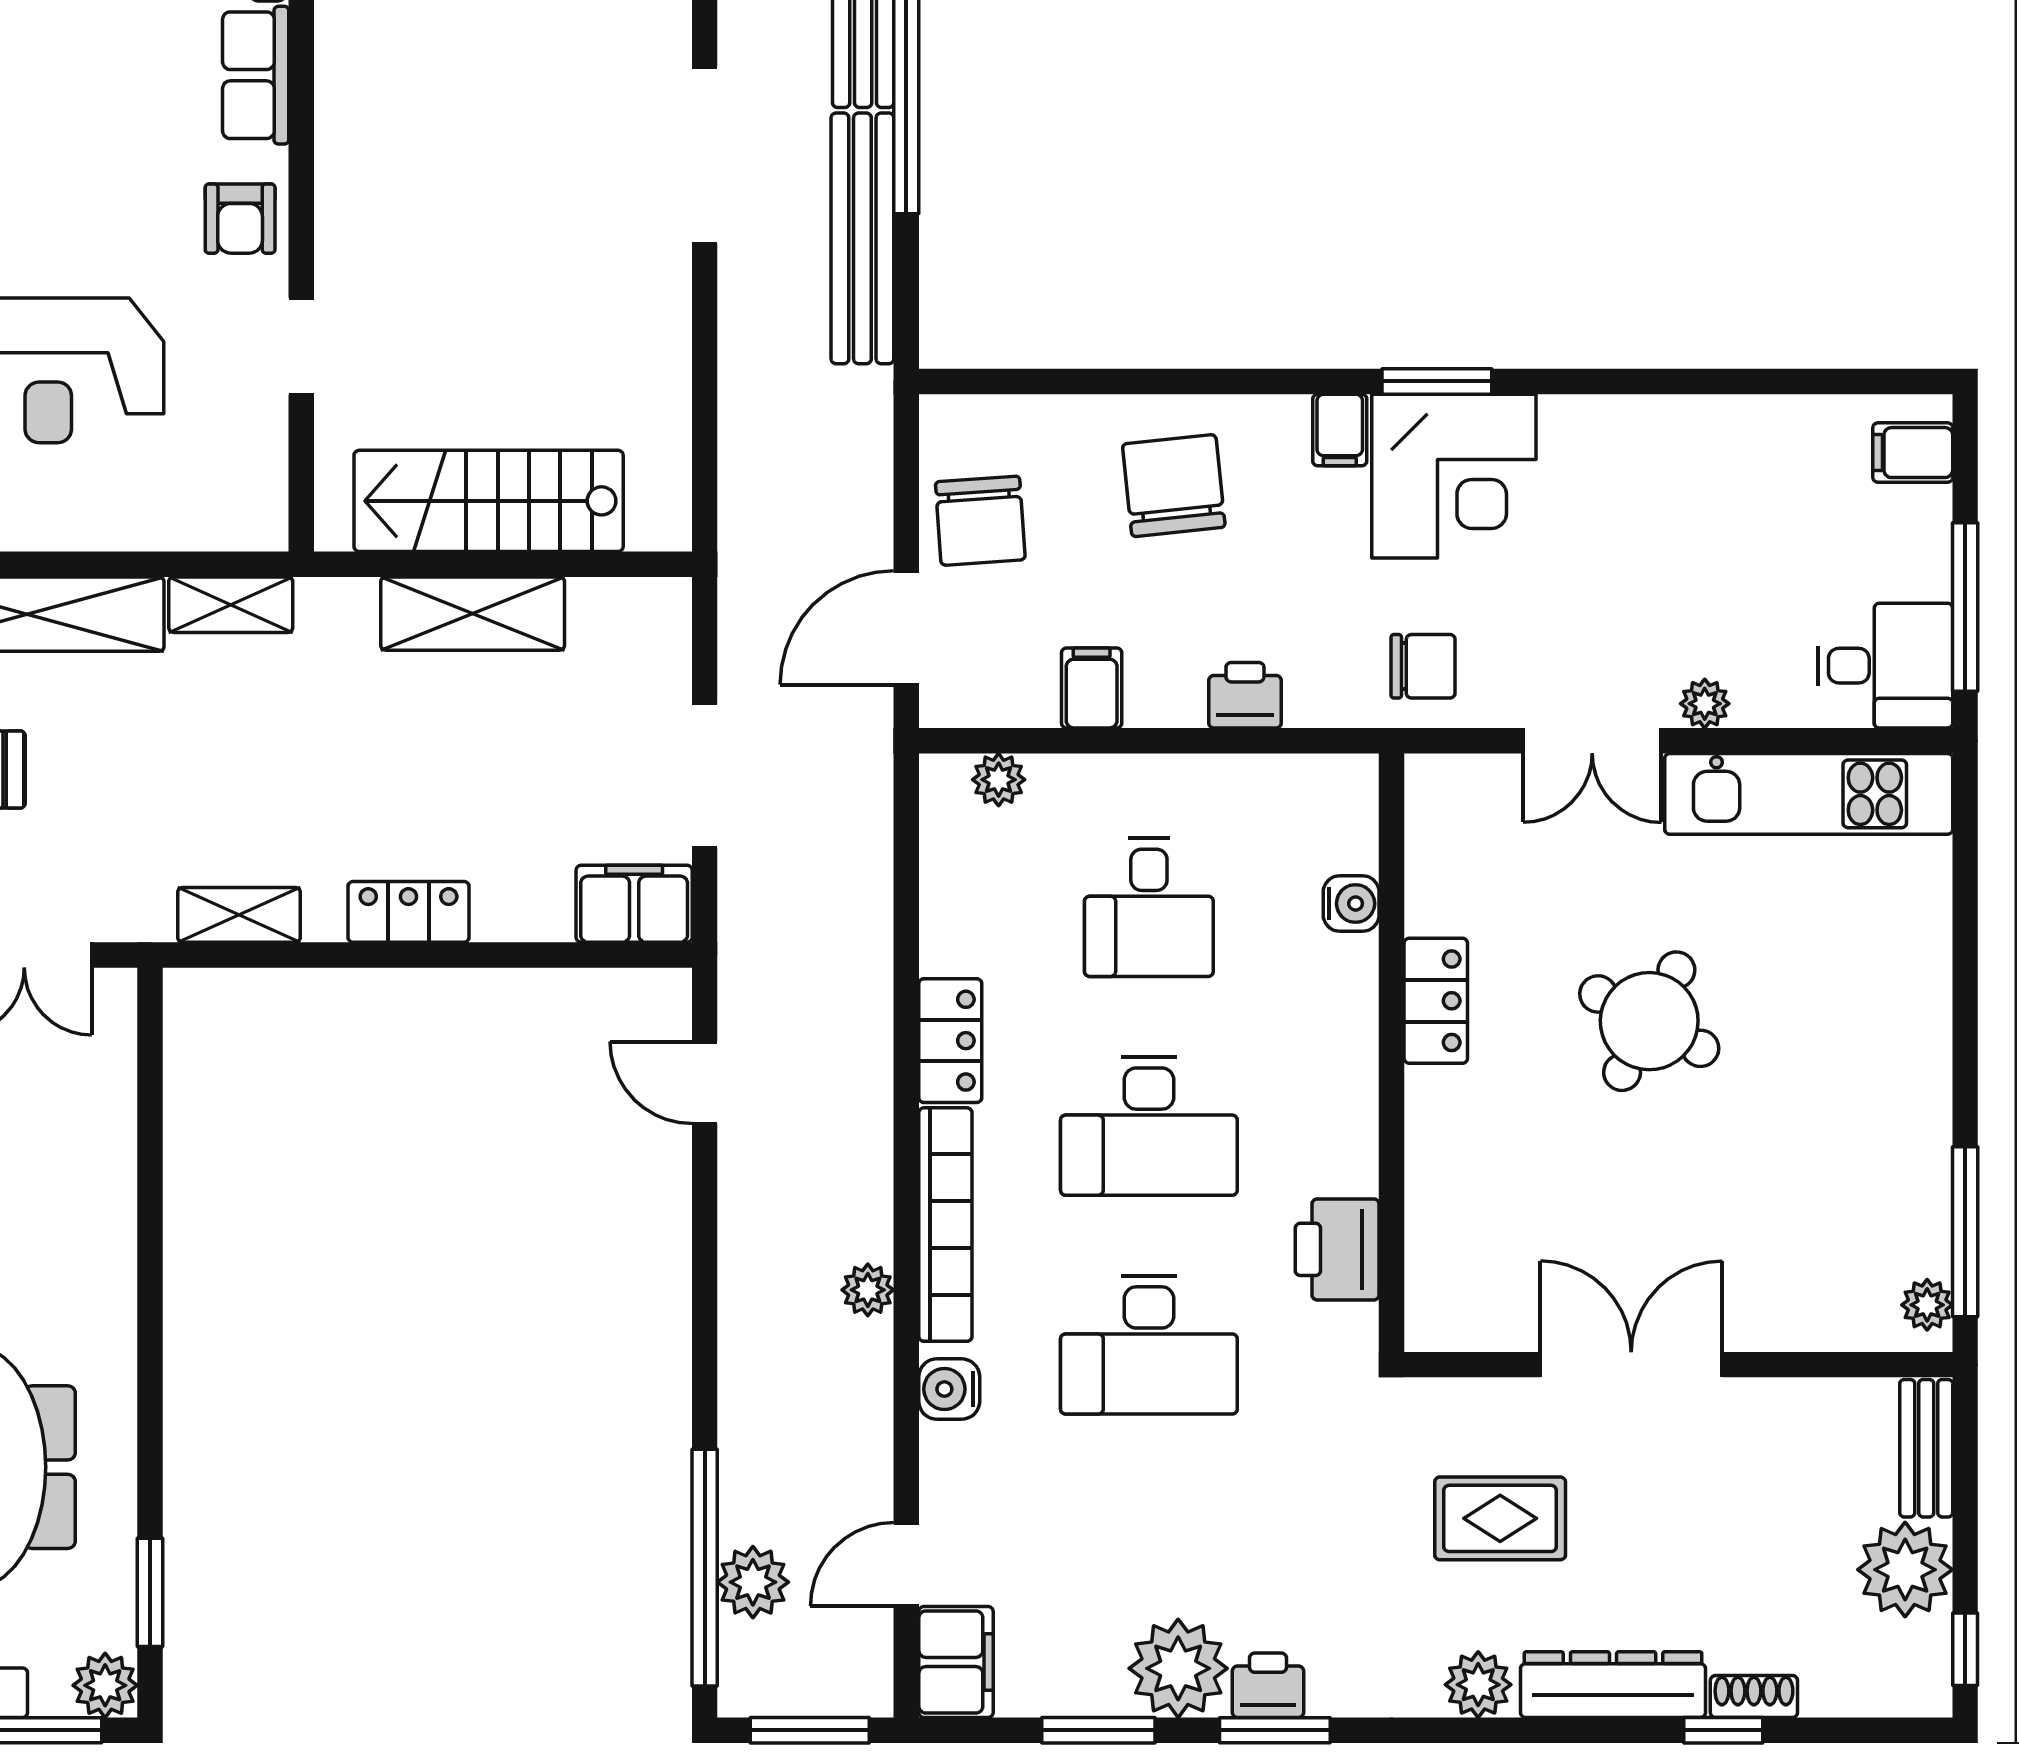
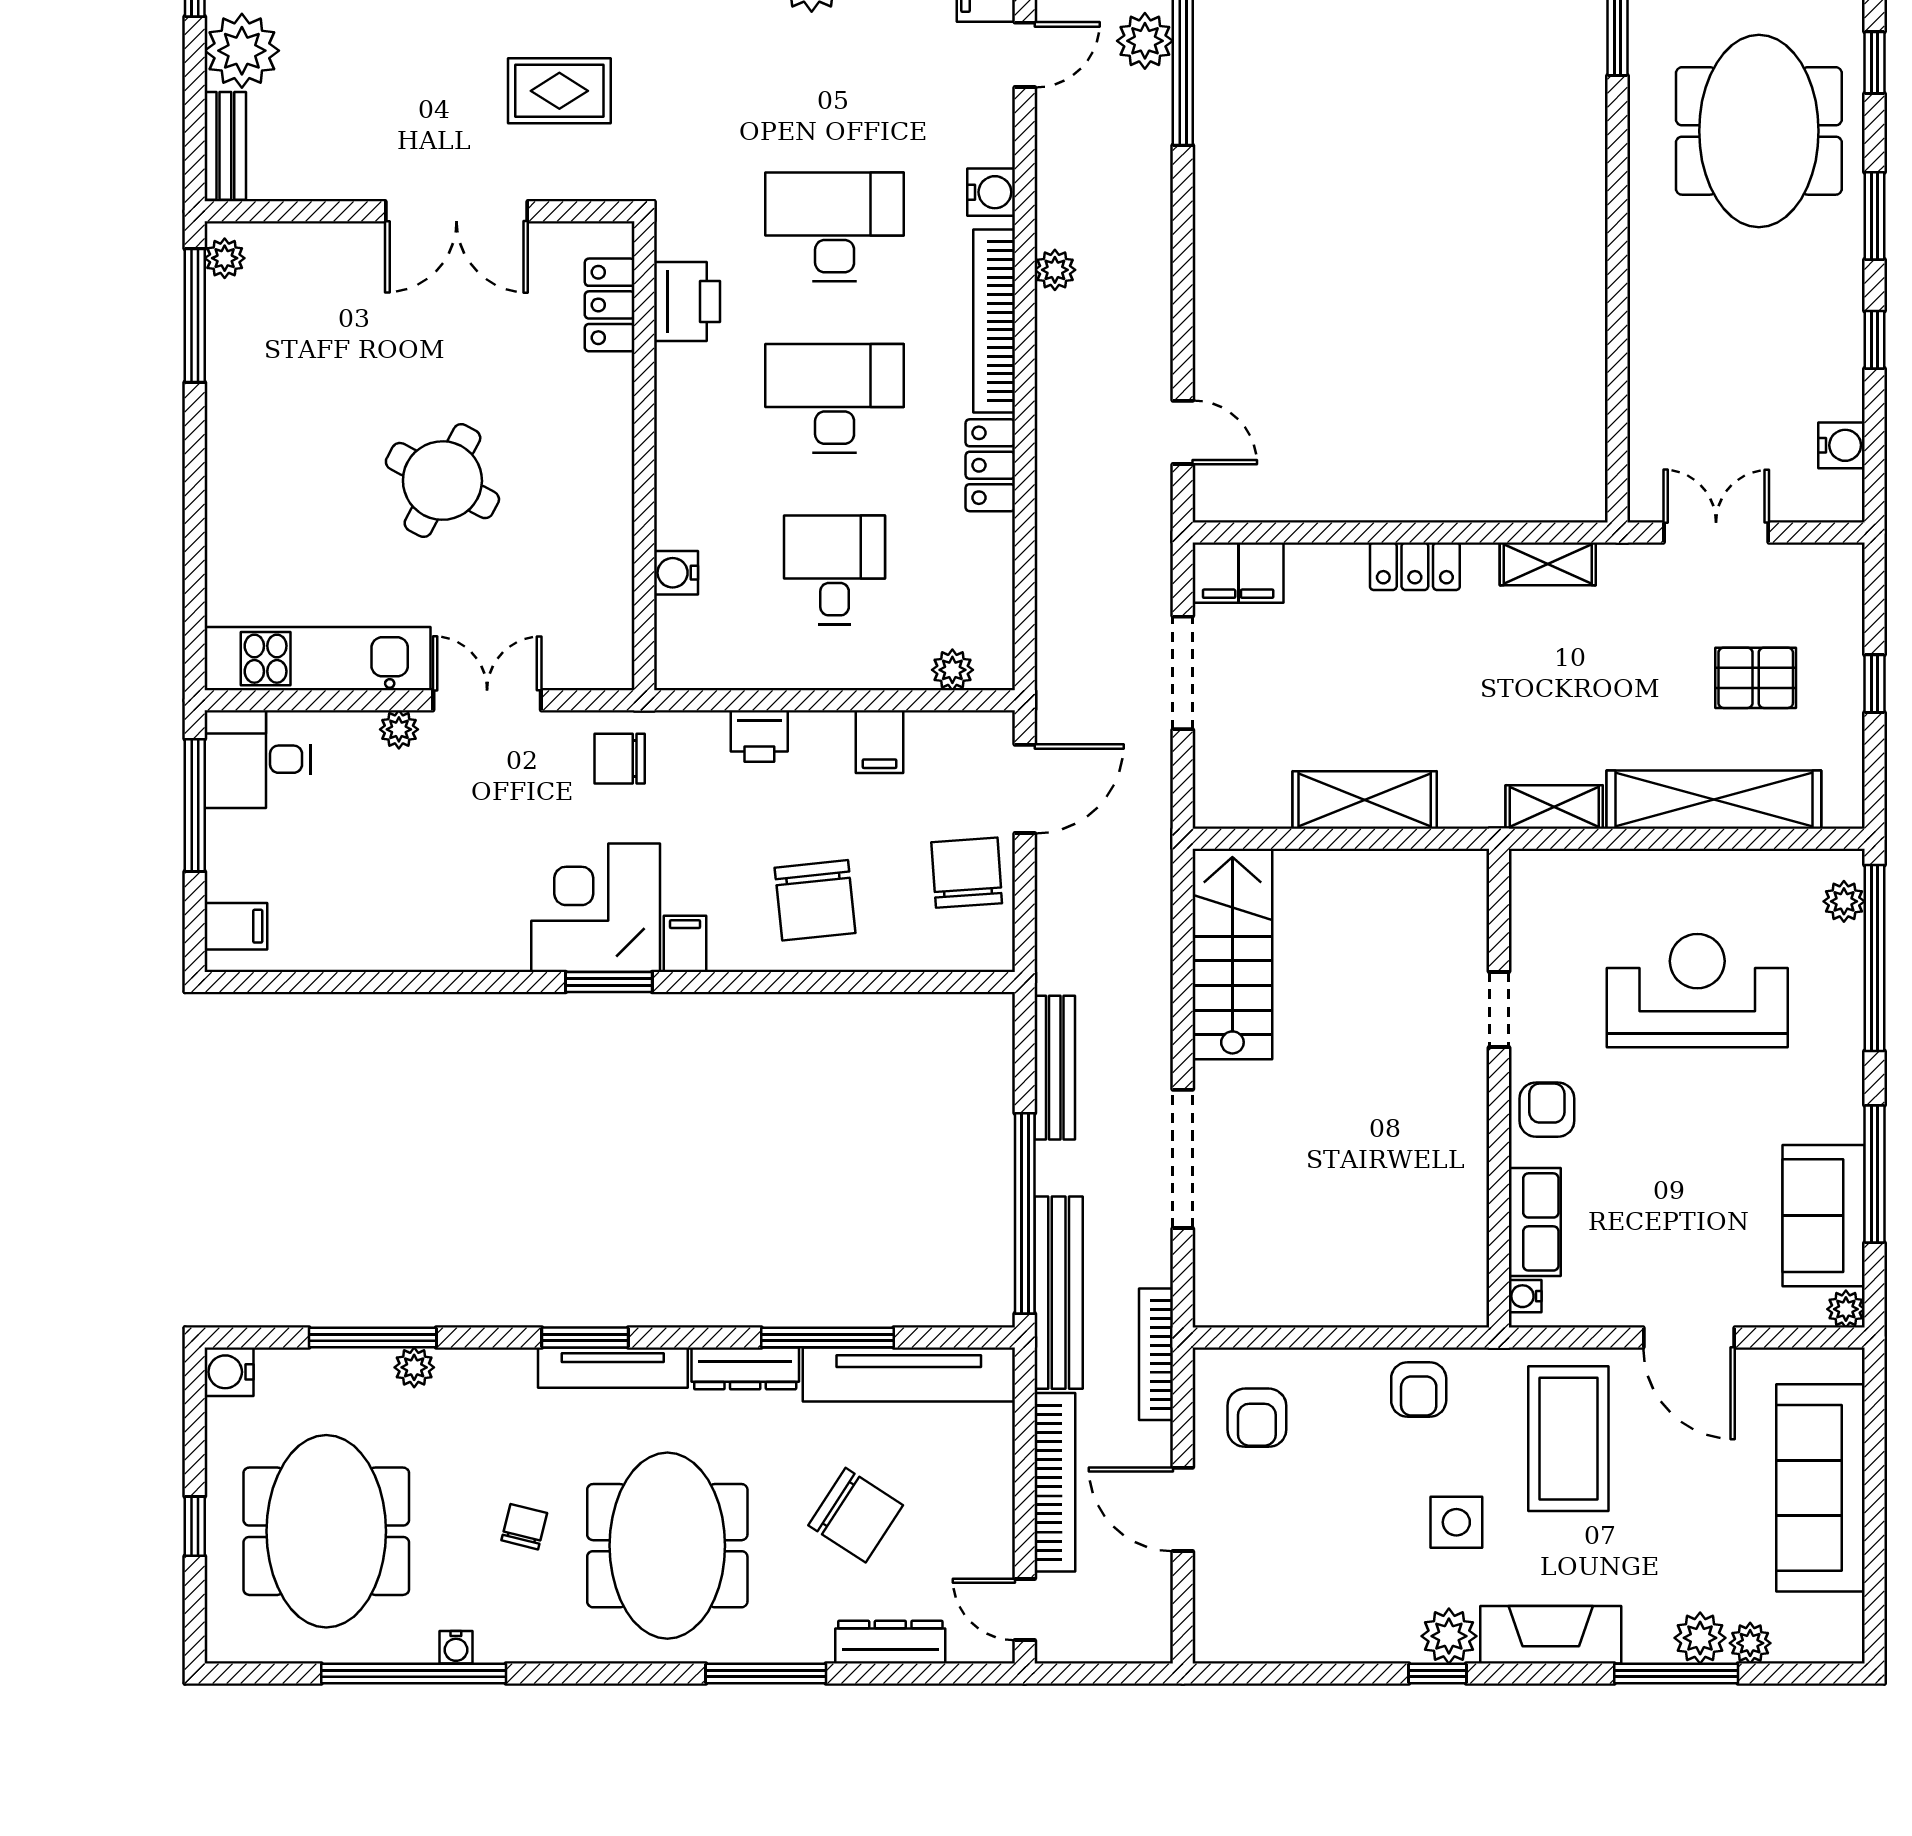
bench: (862, 238) -> (1055, 1068), width x0.73, depth x0.82
stairs: (489, 501) -> (1232, 954), moved, turned -90
locker: (1436, 1001) -> (610, 305), moved

